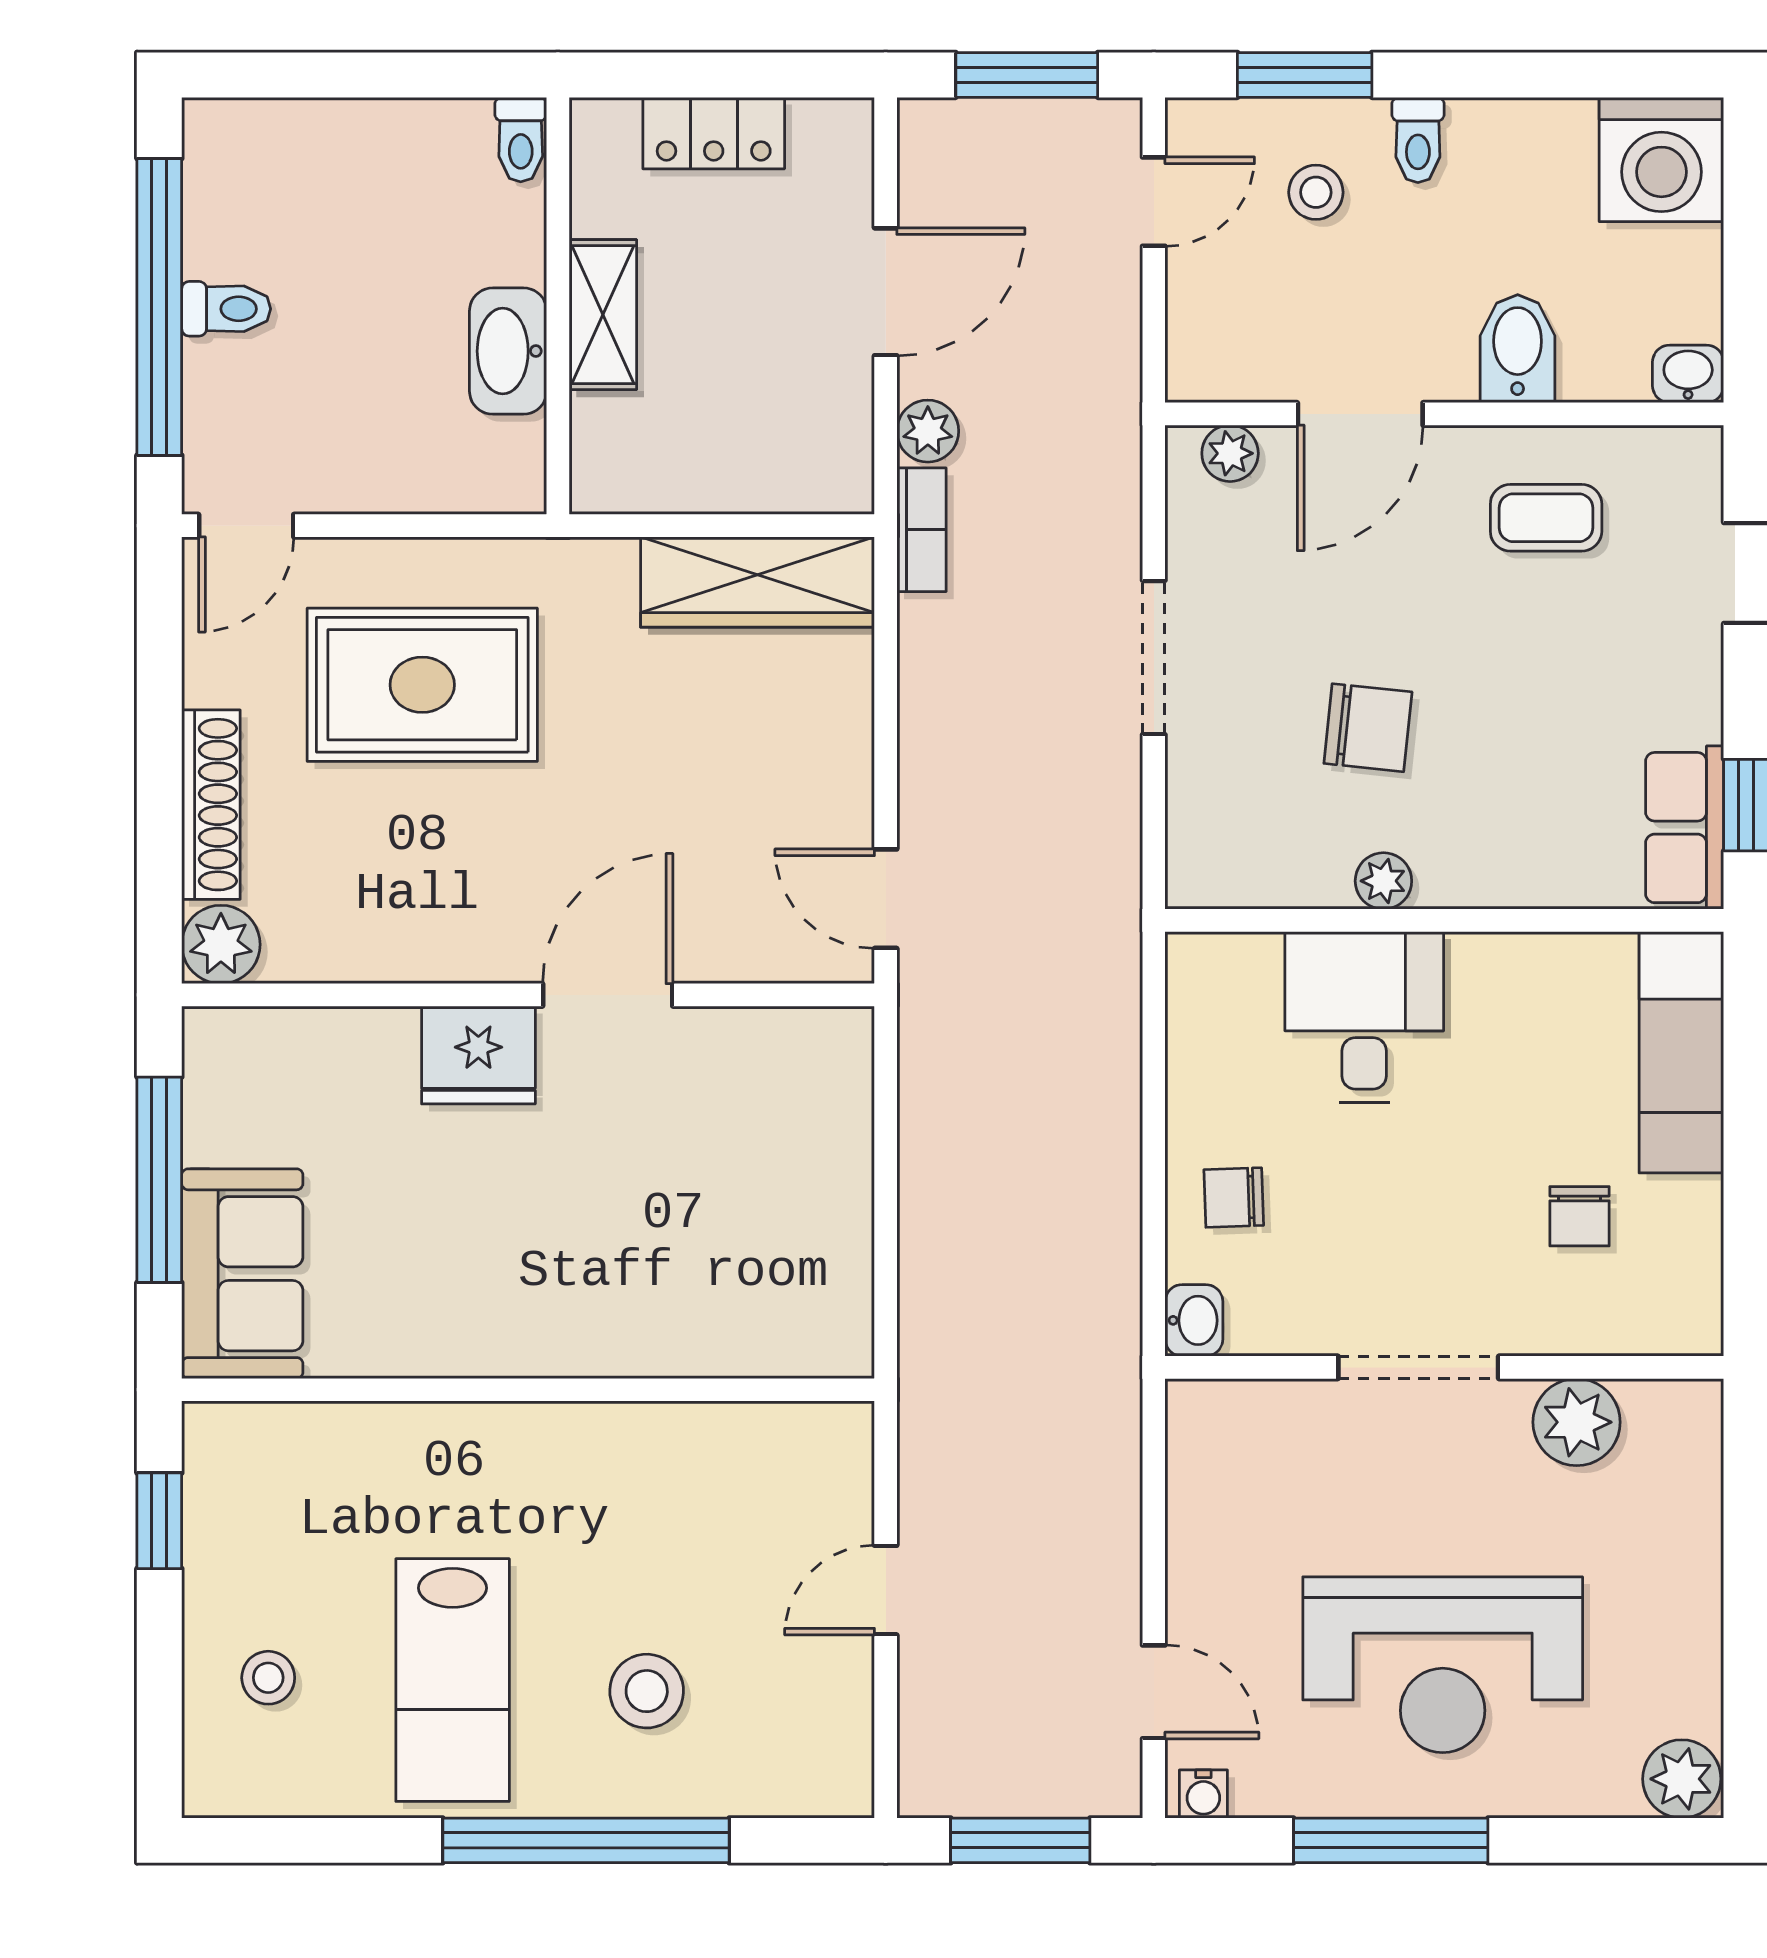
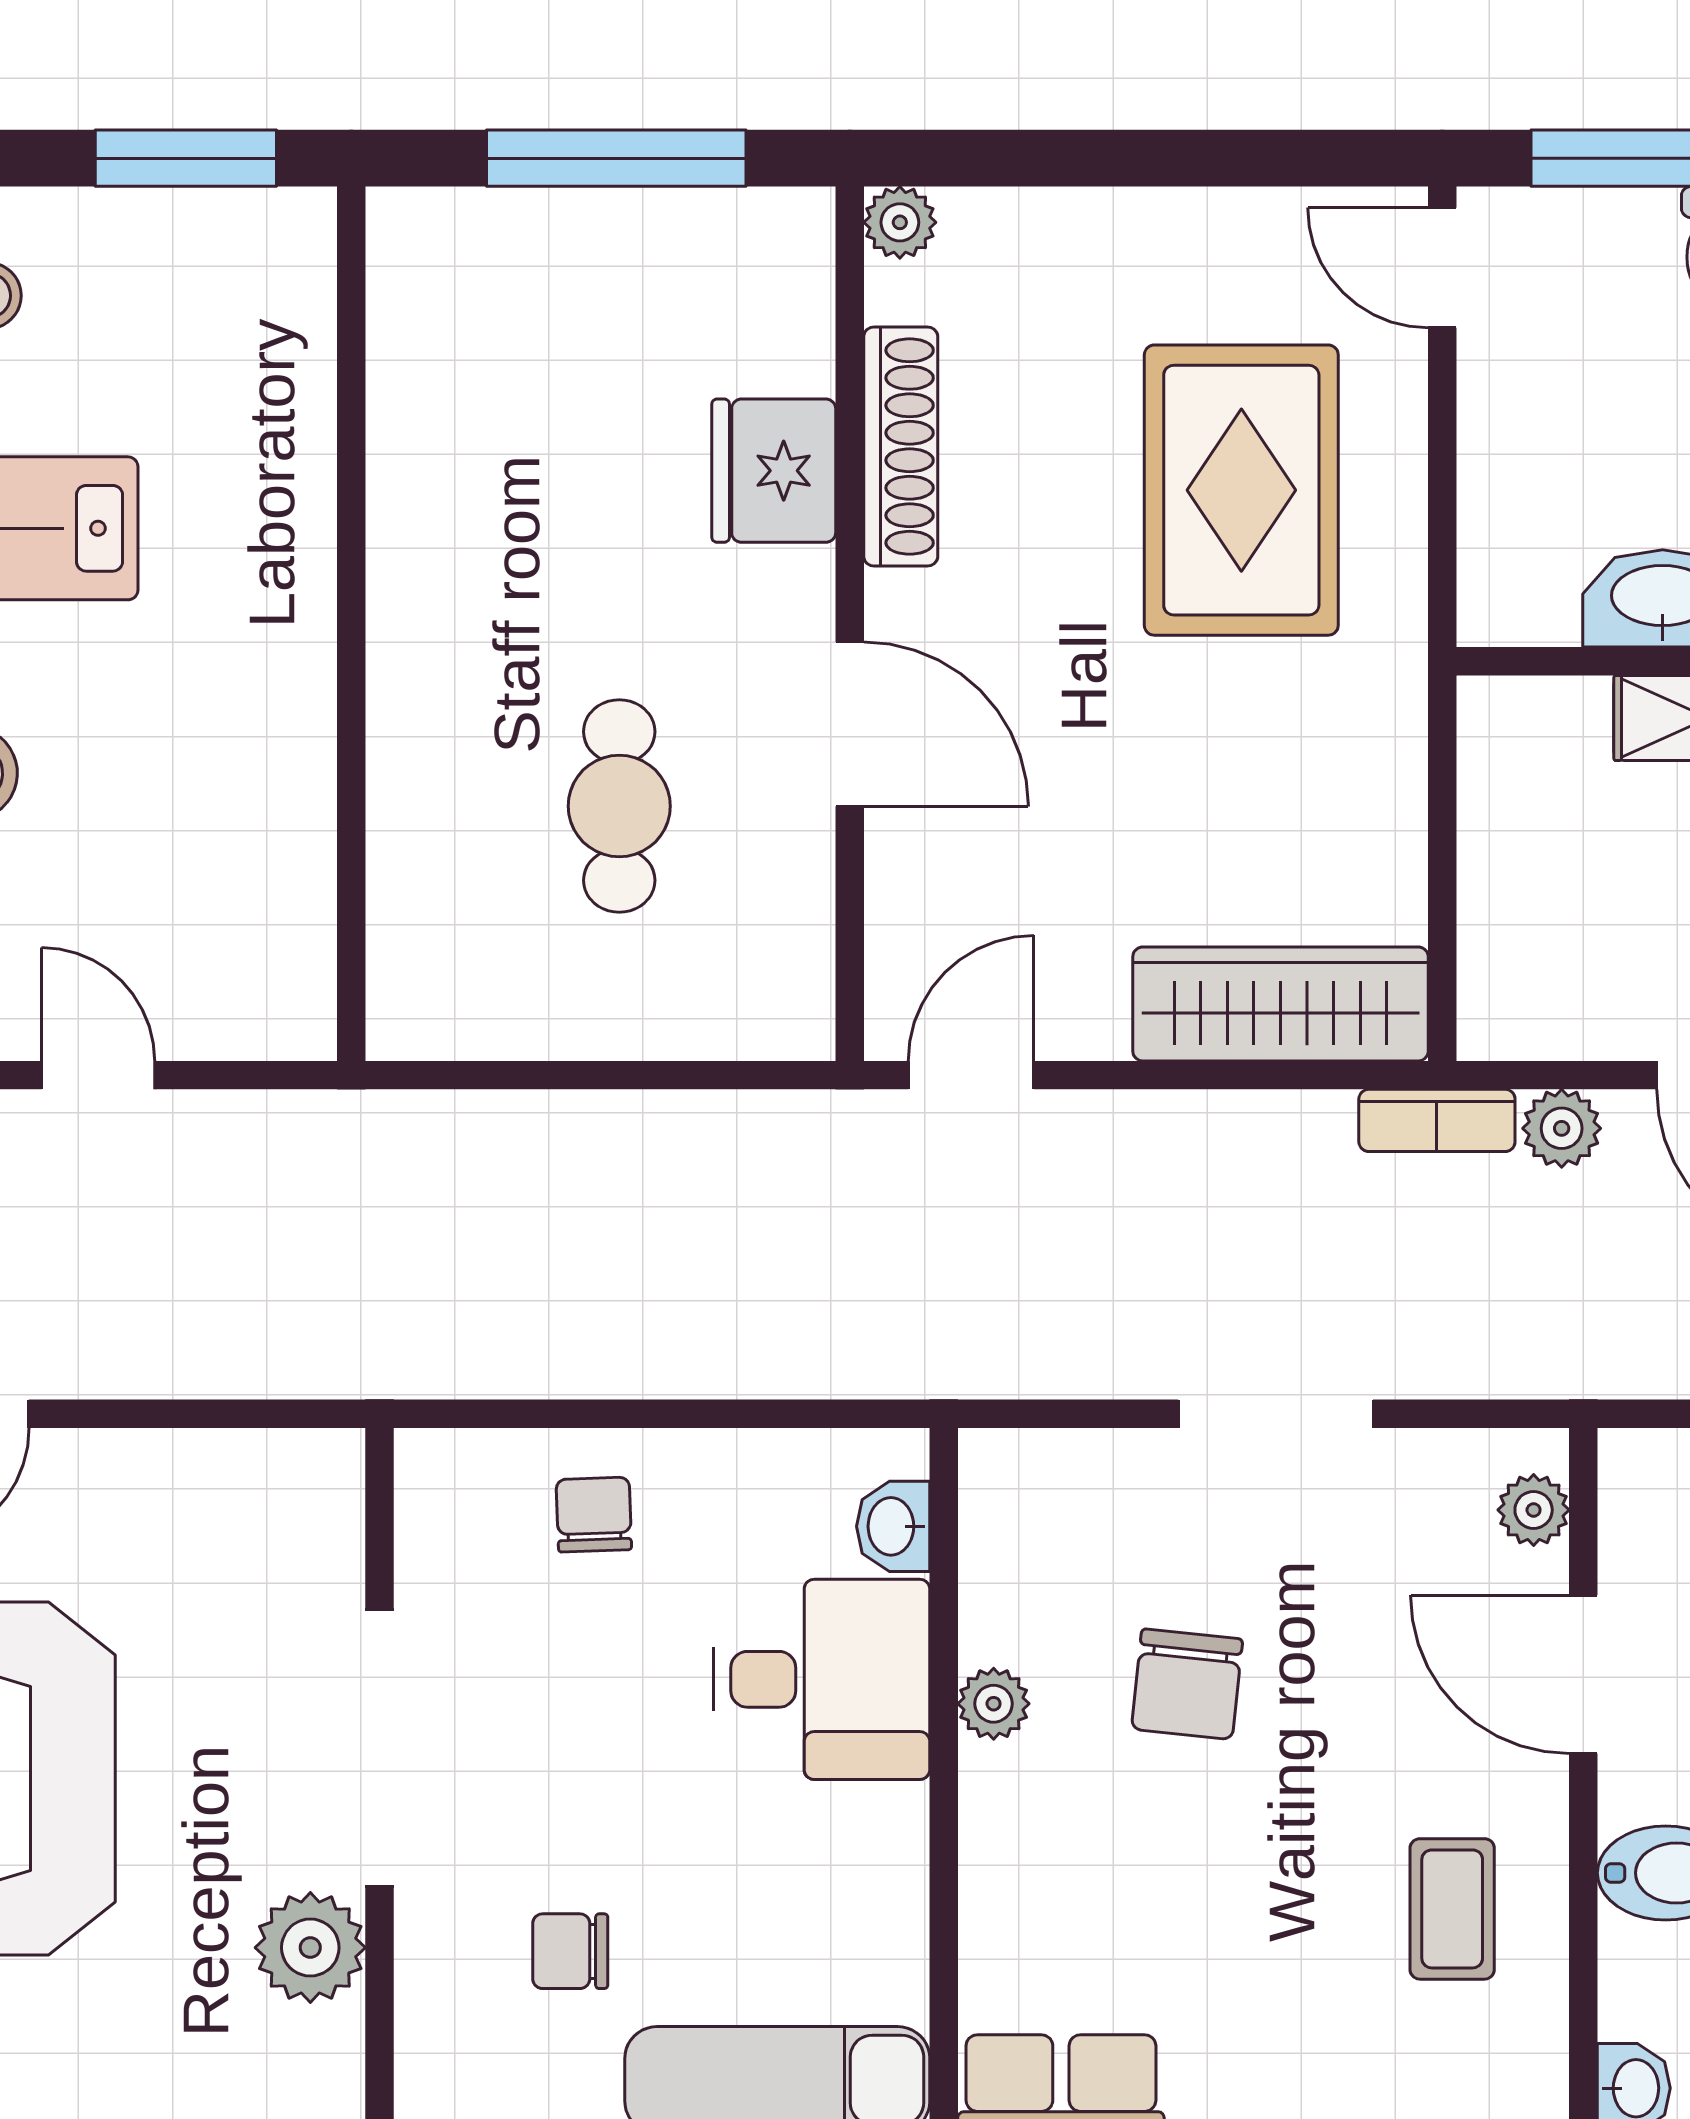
wardrobe: (758, 582) -> (1281, 1004), moved, turned 90
shoe rack: (211, 805) -> (901, 447), moved, turned -90
plant: (221, 944) -> (900, 222), width x0.73, depth x0.73
fridge: (478, 1055) -> (774, 471), moved
cafe table: (672, 1177) -> (619, 806), added
sofa: (242, 1274) -> (498, 263), removed
washbasin: (1194, 1320) -> (893, 1526), moved, turned 90
doorway: (1418, 1367) -> (379, 1748), width x1.36
window: (159, 1521) -> (186, 158), width x1.50

